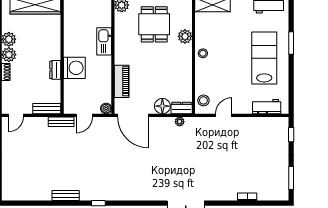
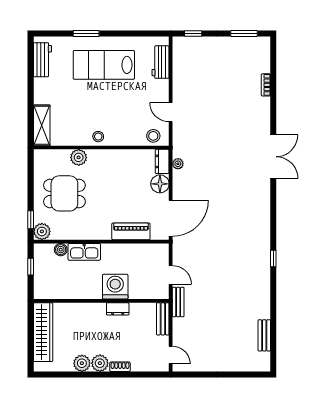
boiler: (106, 109) -> (61, 250), moved
bench: (66, 195) -> (264, 335), moved

